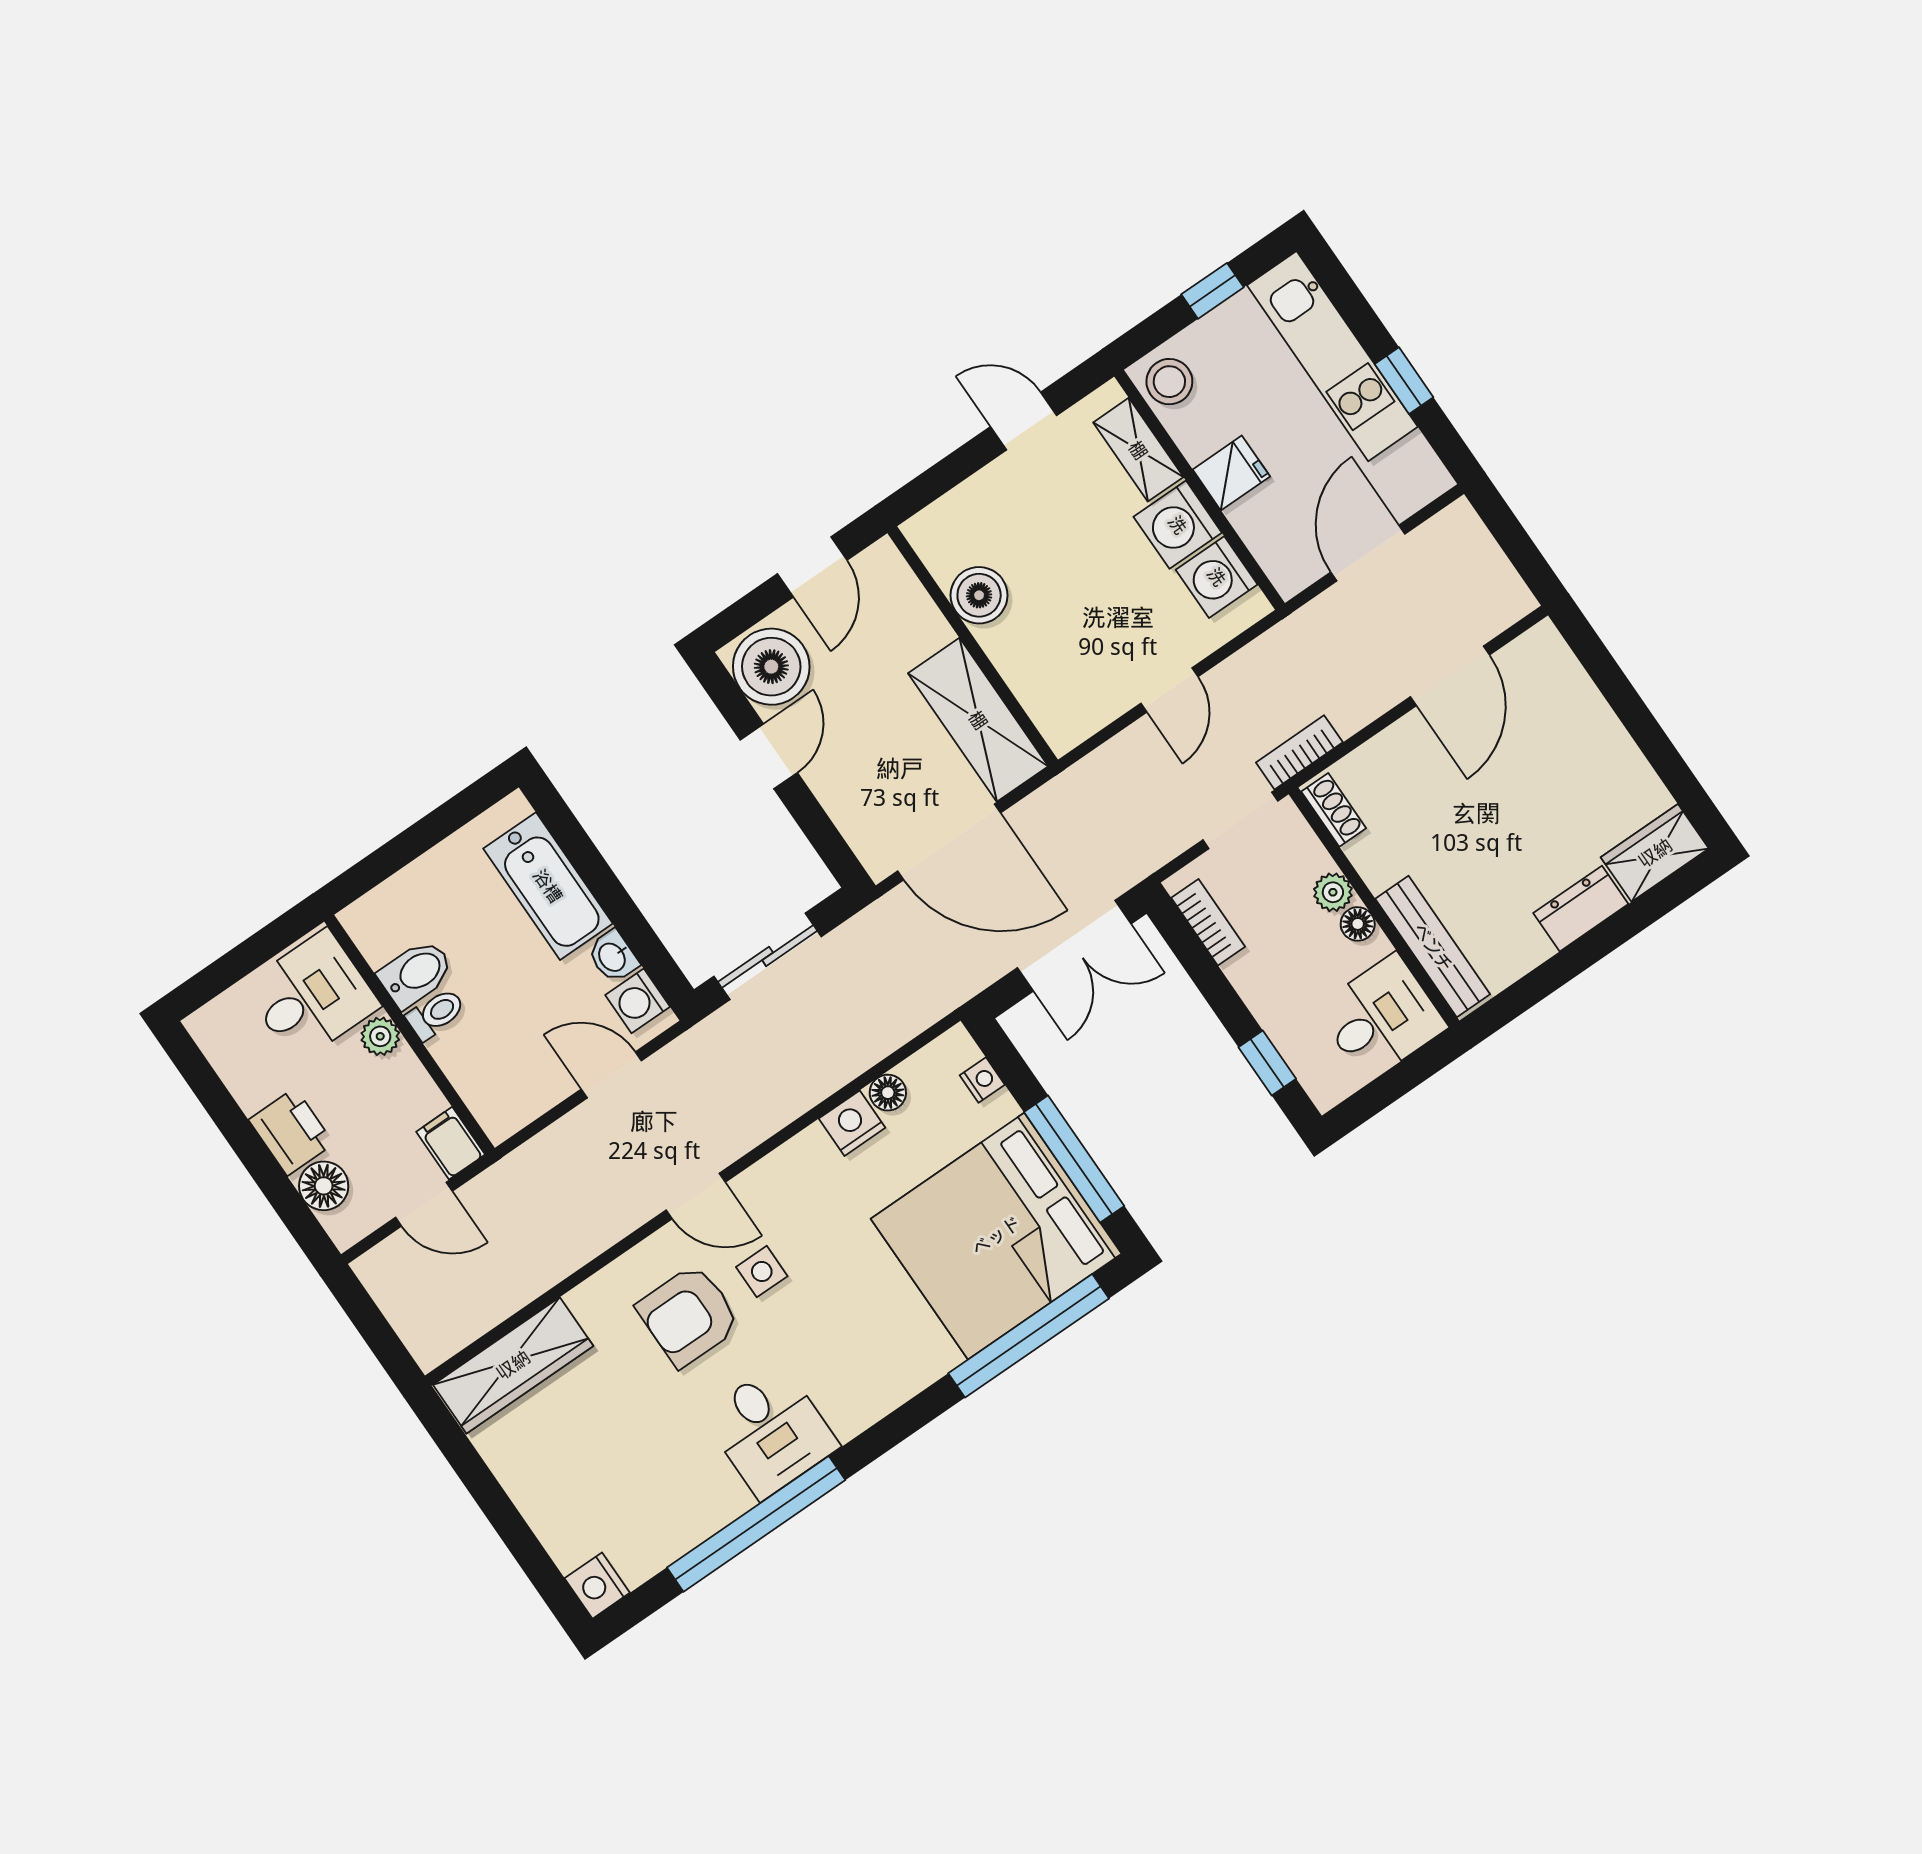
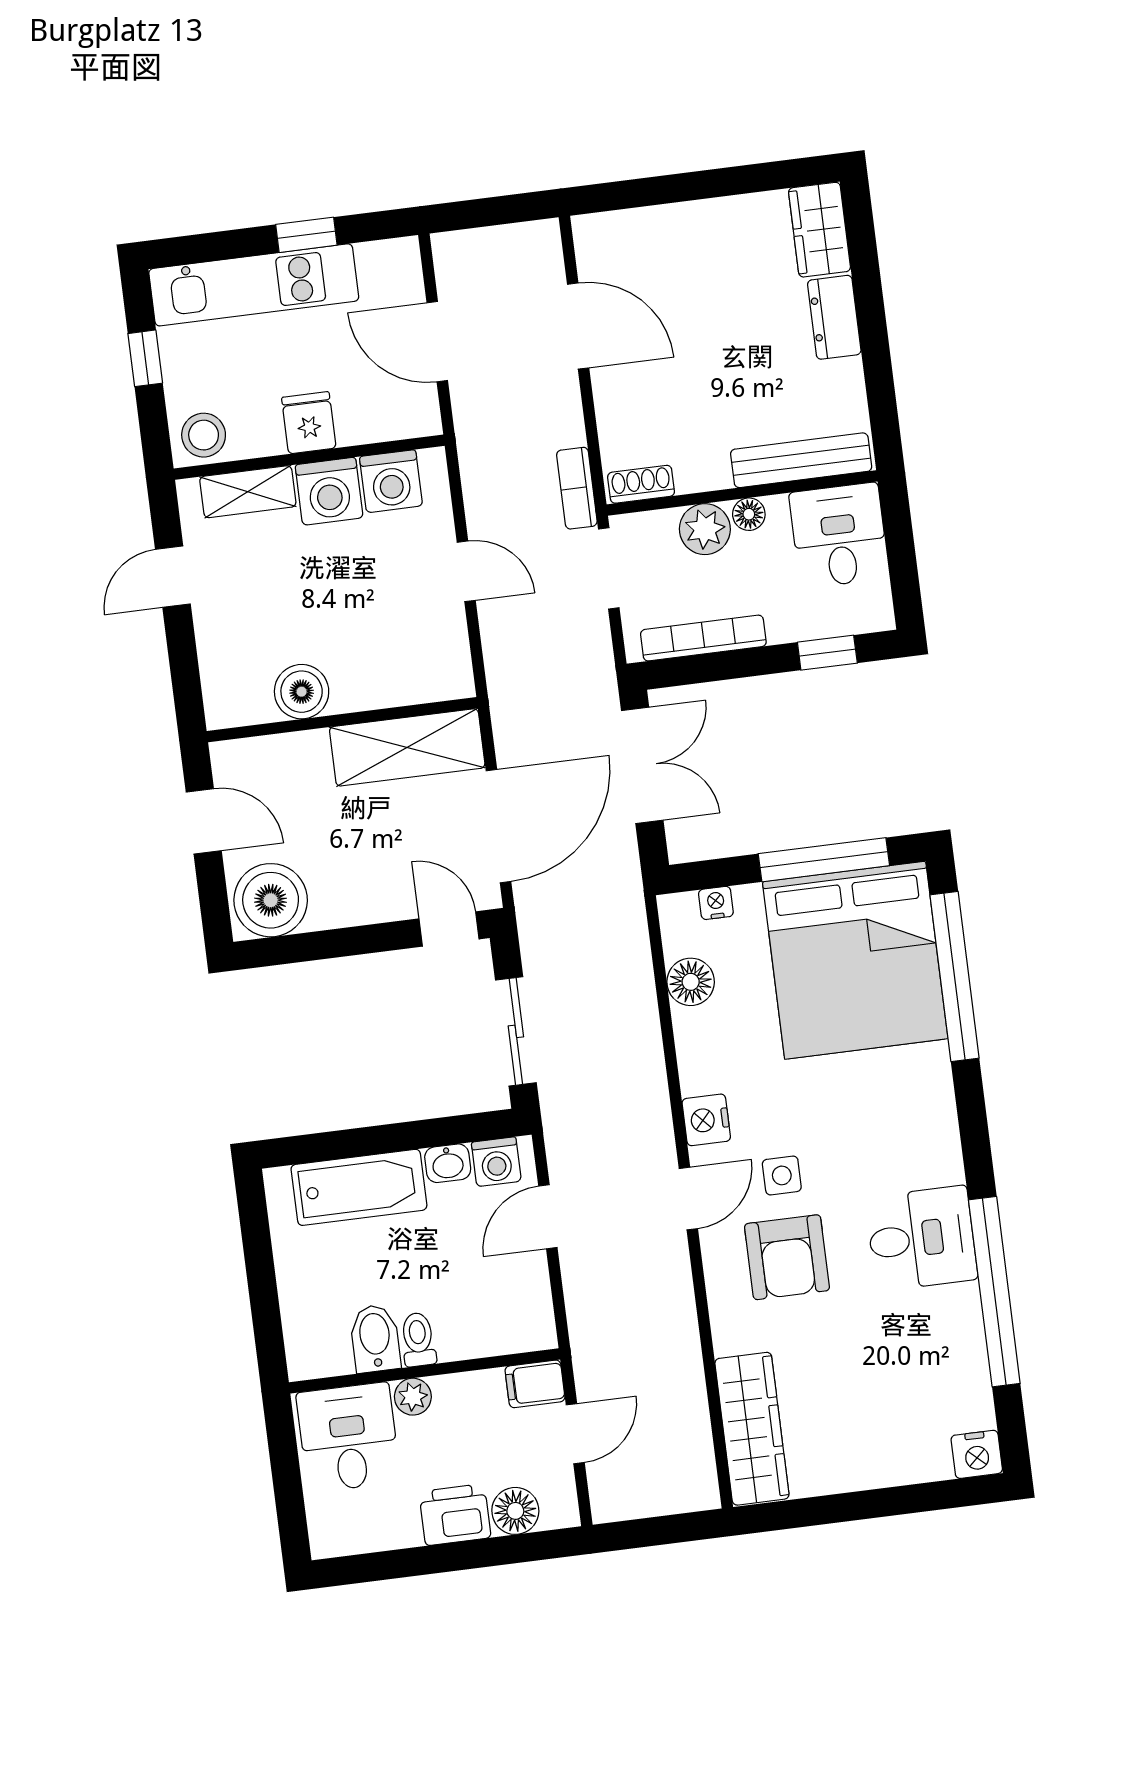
door: (769, 756) -> (449, 929), moved
plant: (1333, 892) -> (705, 529), width x1.38, depth x1.38
bookcase: (1208, 922) -> (703, 638), width x1.56
floor lamp: (888, 1093) -> (691, 982), width x1.37, depth x1.37
nightstand: (852, 1123) -> (706, 1120), moved

